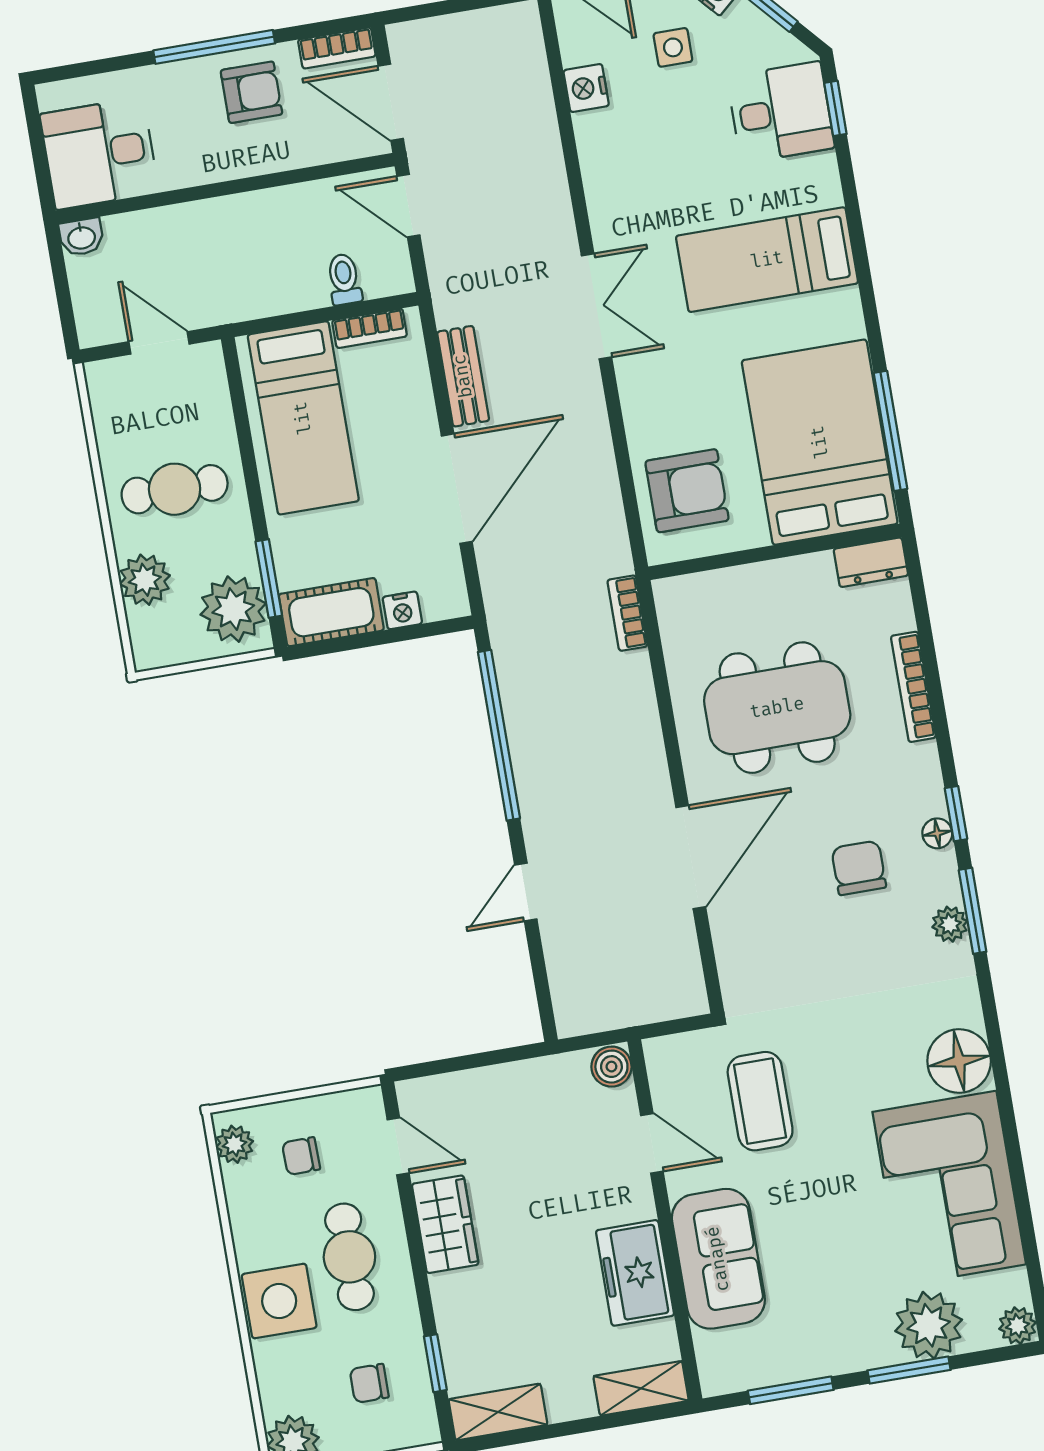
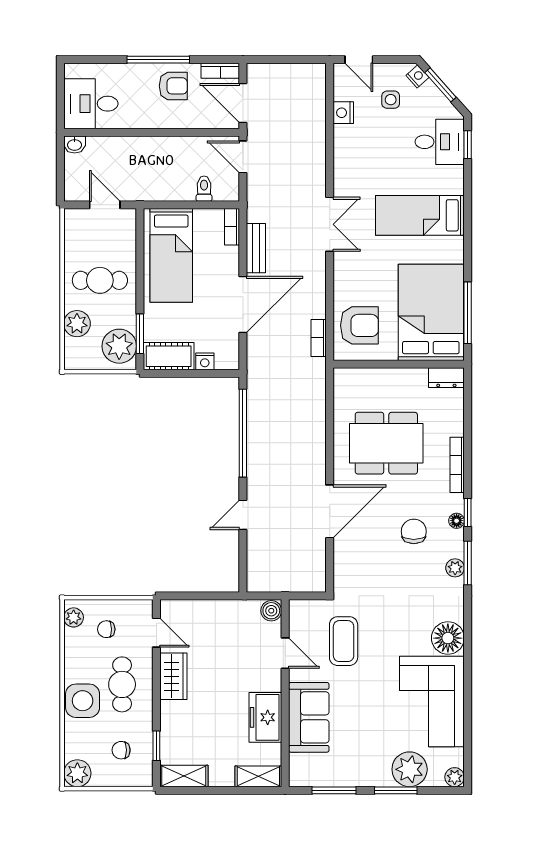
bookcase: (370, 328) -> (232, 227), moved, turned 90
bookcase: (627, 613) -> (319, 338), moved
bookcase: (913, 687) -> (457, 465), moved

